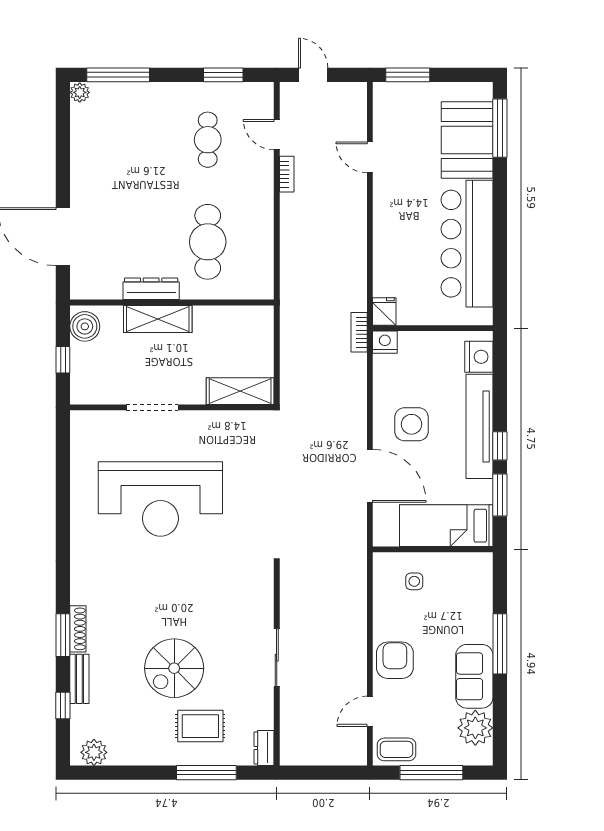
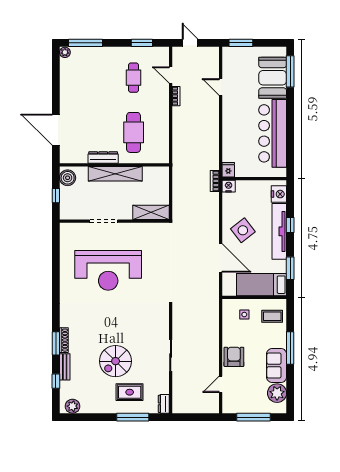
shelving: (158, 319) -> (115, 174), width x1.47
side table: (412, 424) -> (243, 230), turned -38
window: (500, 446) -> (290, 225), moved
coffee table: (396, 749) -> (272, 316), moved

